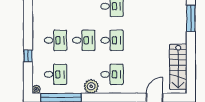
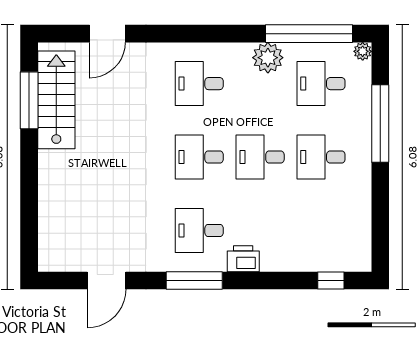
window: (191, 18) -> (29, 100), moved
window: (28, 56) -> (380, 123), width x3.17
plant: (91, 86) -> (268, 58), moved

